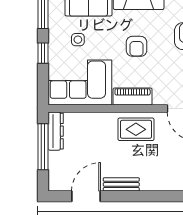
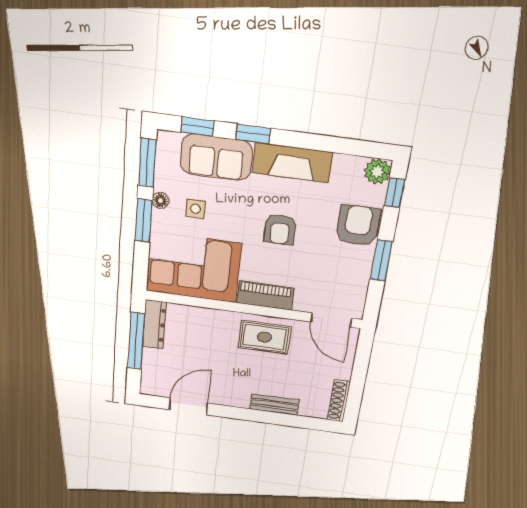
floor lamp: (54, 37) -> (161, 200), added
window: (43, 53) -> (144, 221), width x1.50
bench: (121, 184) -> (274, 405), moved

